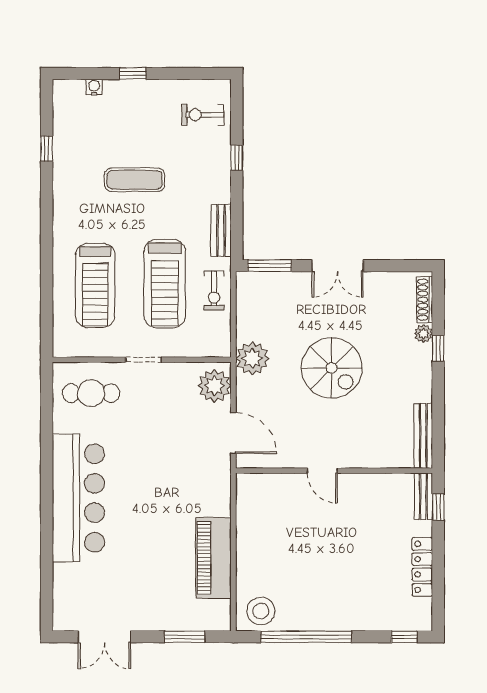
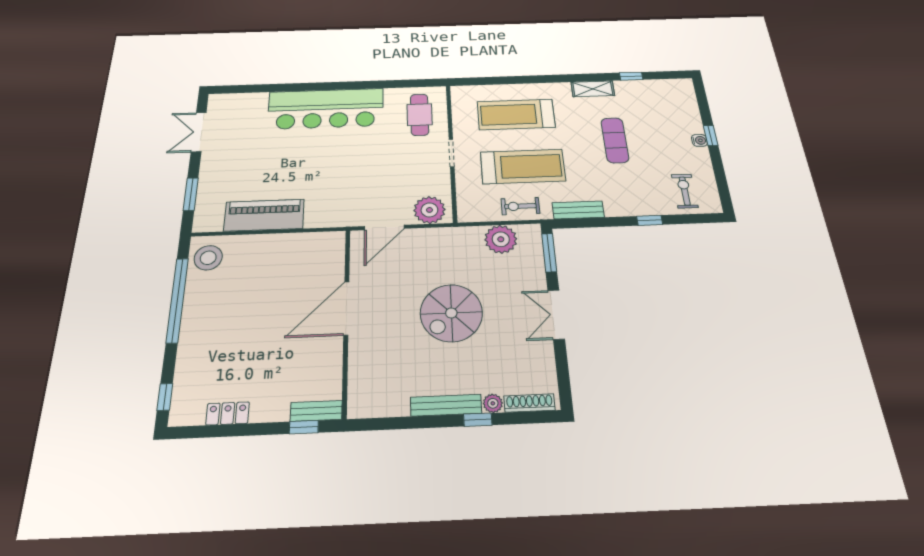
water cooler: (94, 87) -> (699, 140), moved
shelving: (63, 195) -> (593, 89), added
treadmill: (165, 284) -> (523, 166), turned 180
plant: (252, 358) -> (501, 239), moved
bench: (423, 436) -> (446, 405), moved
door: (322, 471) -> (346, 308), width x1.88
locker: (422, 567) -> (228, 413), width x0.66

